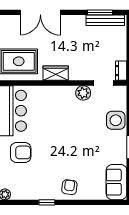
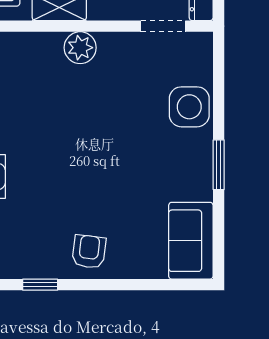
plant: (83, 93) -> (80, 48), moved

